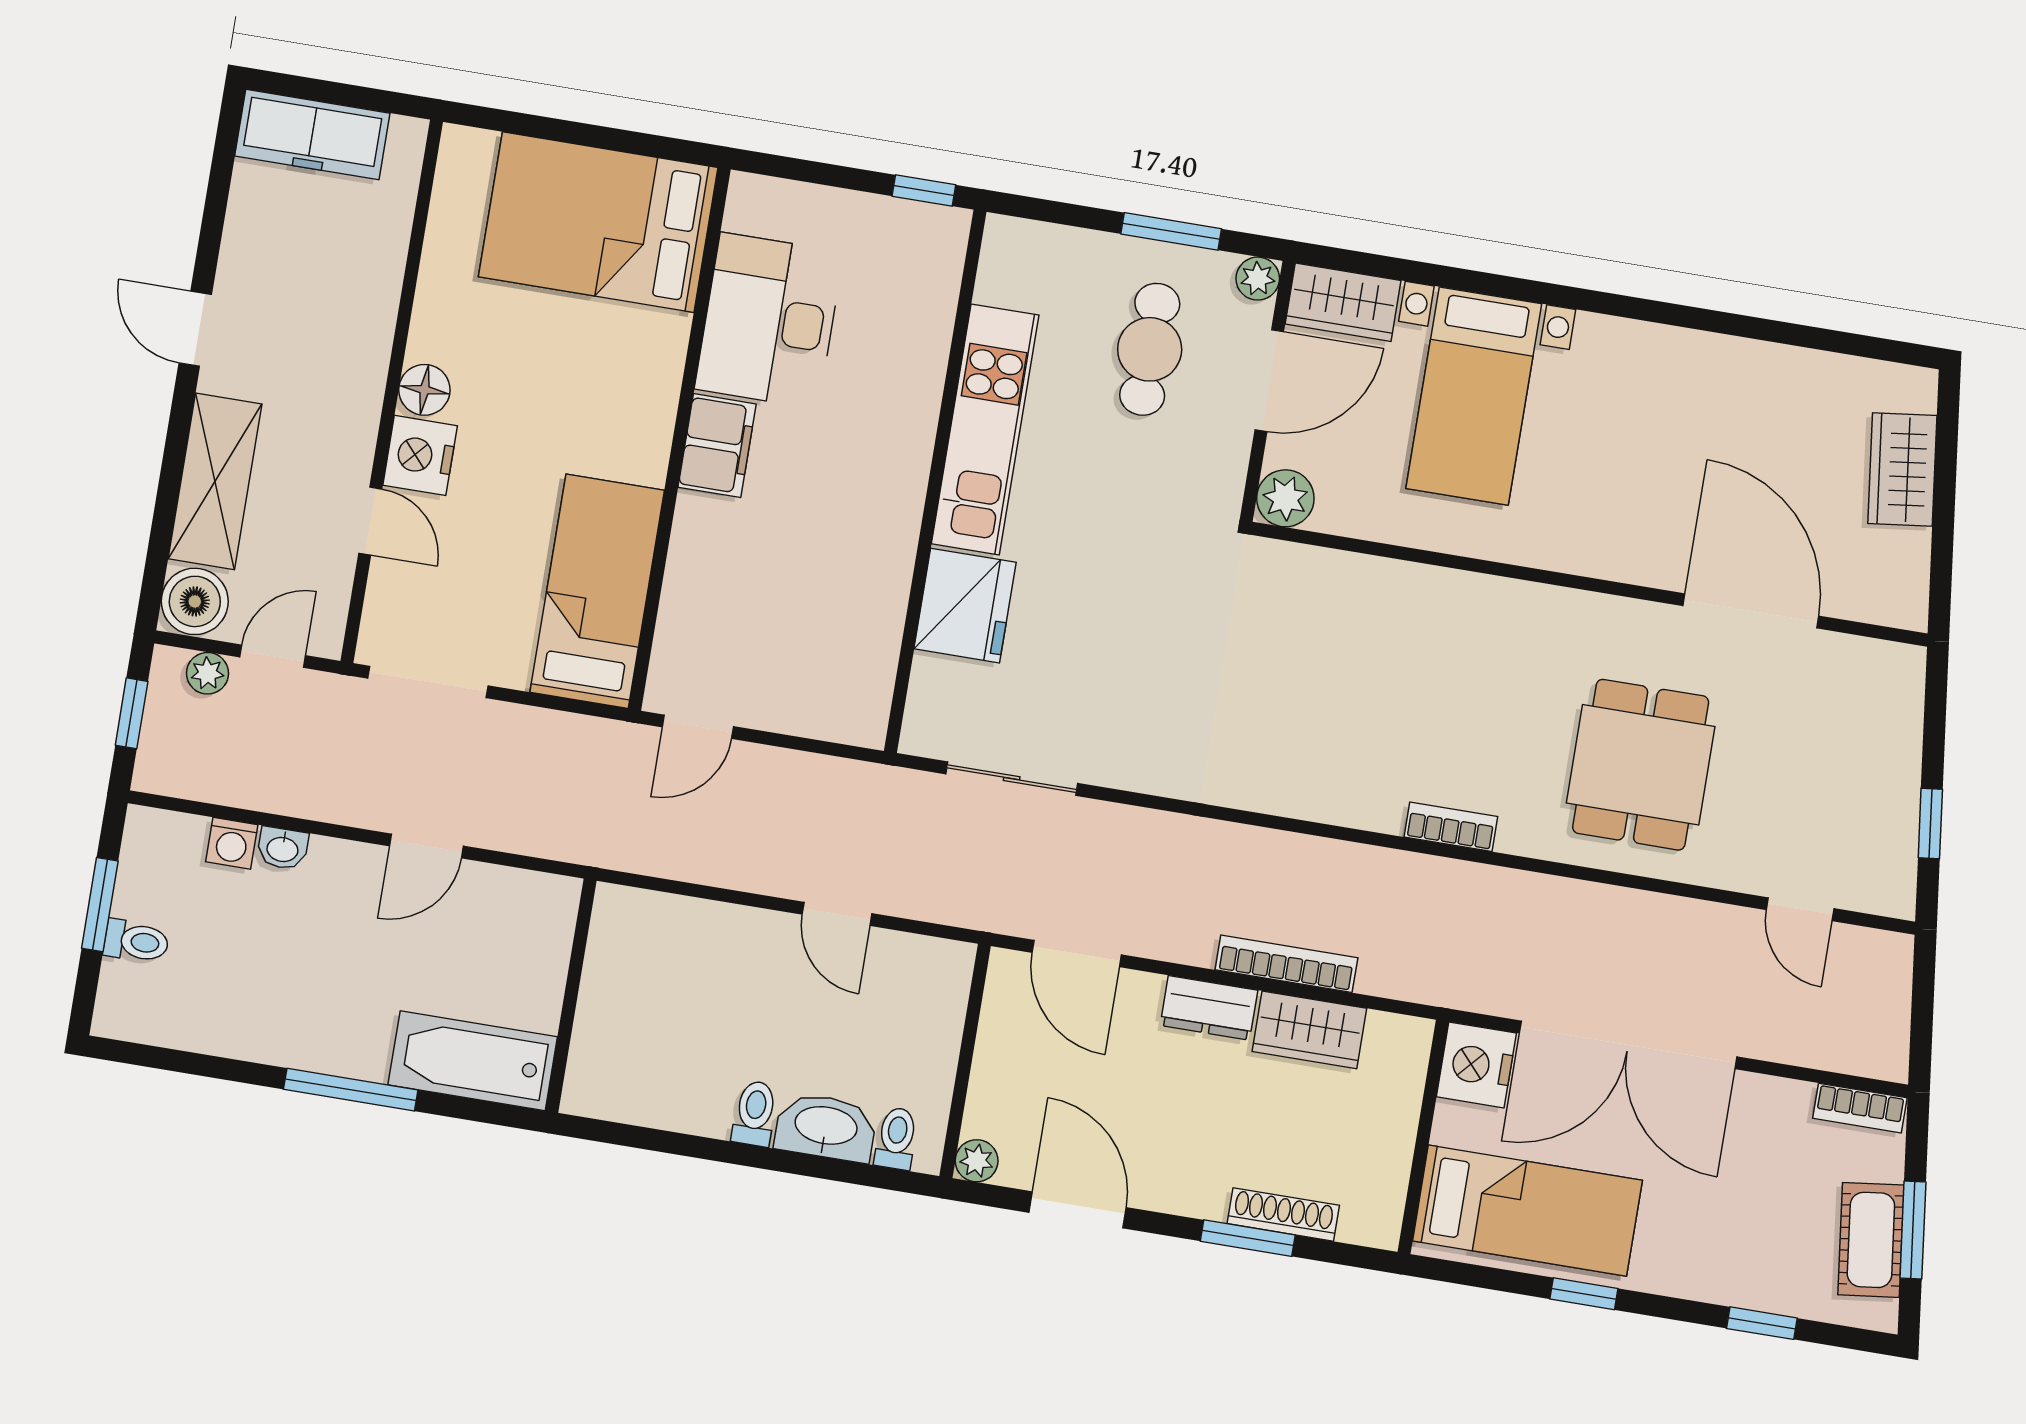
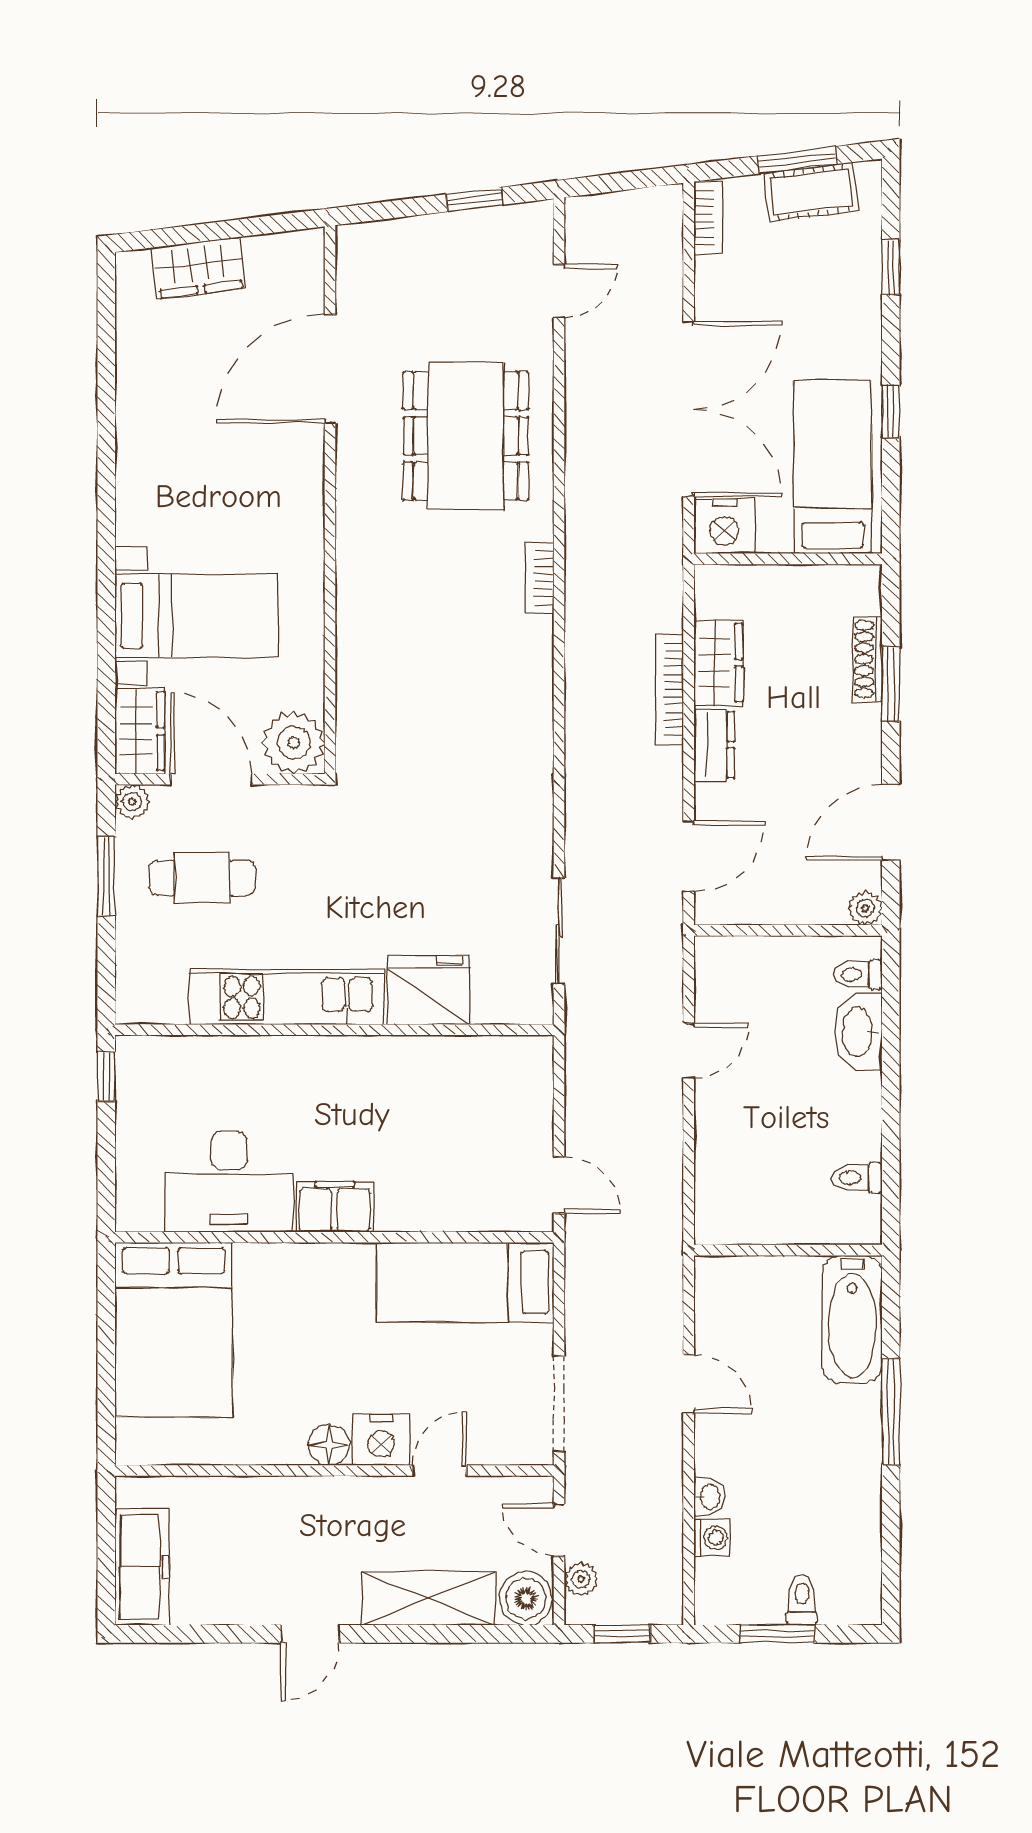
plant: (1285, 498) -> (294, 743), width x1.36, depth x1.36
dining table: (1641, 765) -> (466, 436), width x1.37
toilet: (755, 1113) -> (857, 1178), moved

